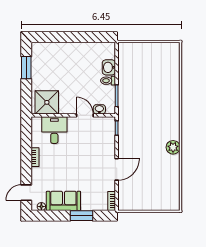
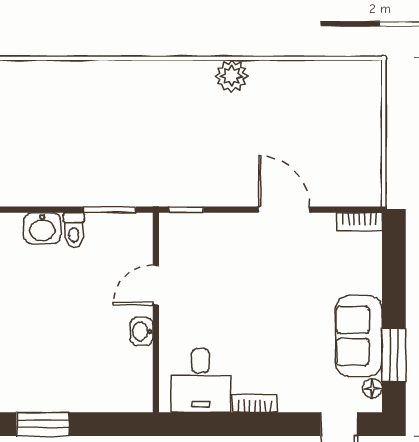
shower: (47, 102) -> (125, 375), removed
washbasin: (99, 109) -> (142, 331), moved
desk: (54, 130) -> (200, 380), moved, turned -90
window: (82, 216) -> (394, 355), moved

